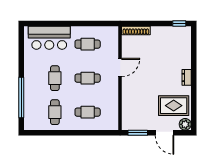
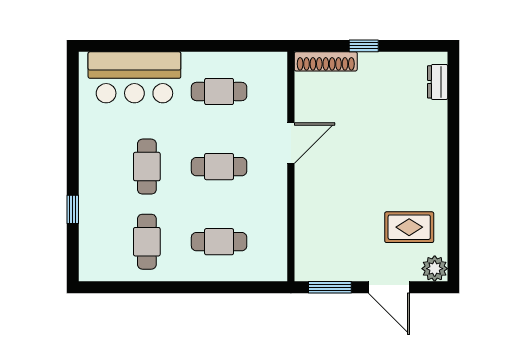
window: (179, 23) -> (364, 46), moved
dresser: (187, 77) -> (438, 82), moved
window: (21, 97) -> (73, 209), width x0.32
rug: (174, 106) -> (409, 227), width x0.73, depth x0.70

